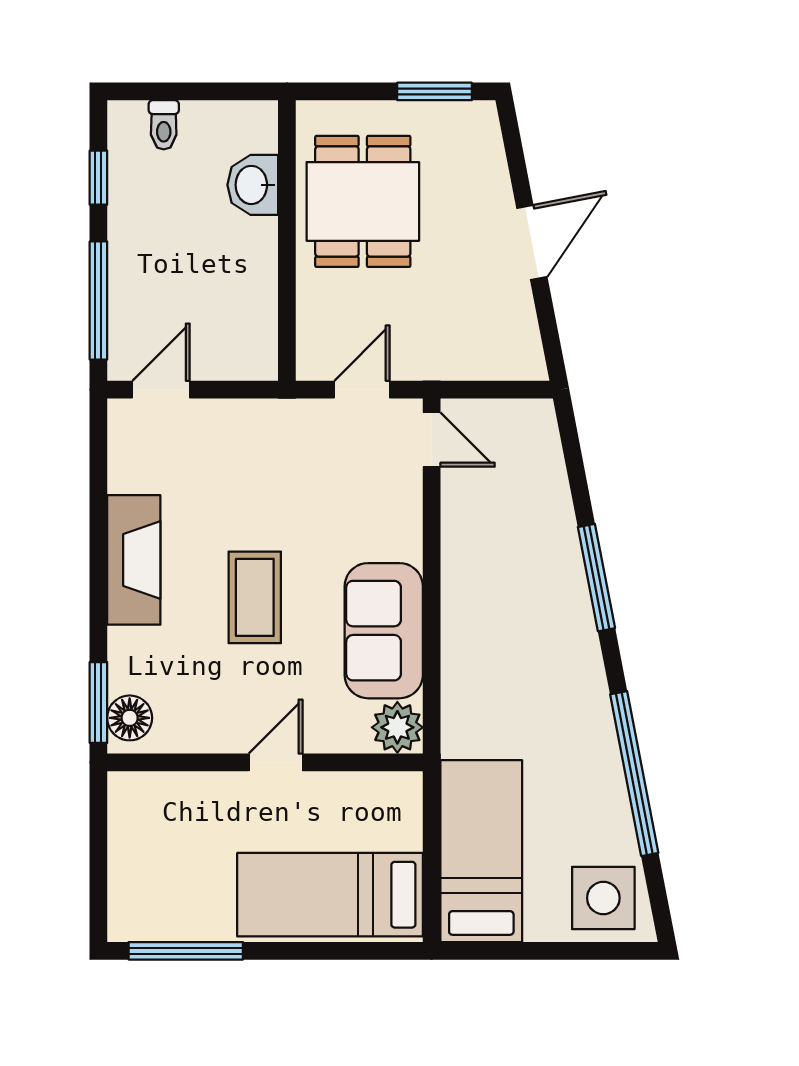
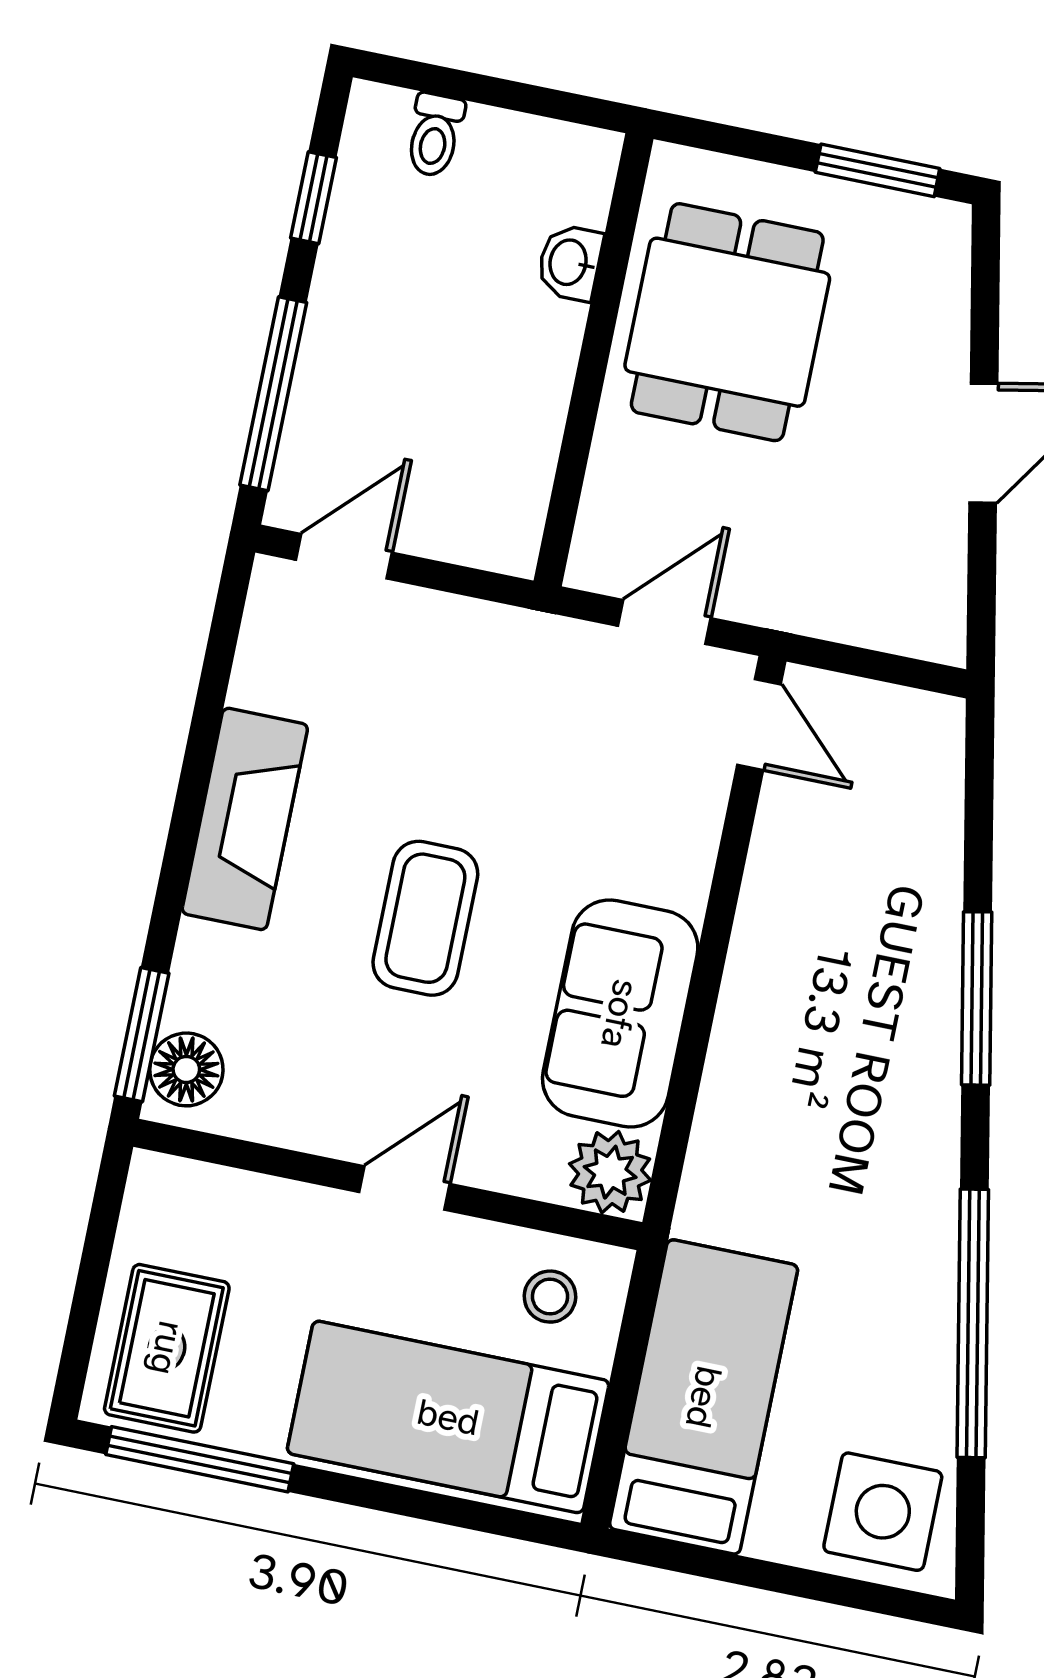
washbasin: (253, 185) -> (570, 263), width x0.72, depth x0.69
stool: (376, 810) -> (550, 1297), added
rug: (152, 888) -> (167, 1348), added

